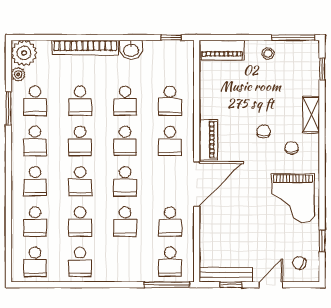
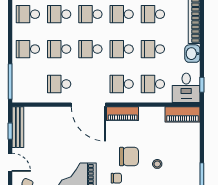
piano: (222, 50) -> (183, 114), moved, turned -90
stool: (268, 53) -> (157, 164), moved
desk: (175, 58) -> (186, 88), added
chair: (264, 131) -> (129, 157), width x1.87, depth x1.87
school desk: (170, 262) -> (28, 49), moved

